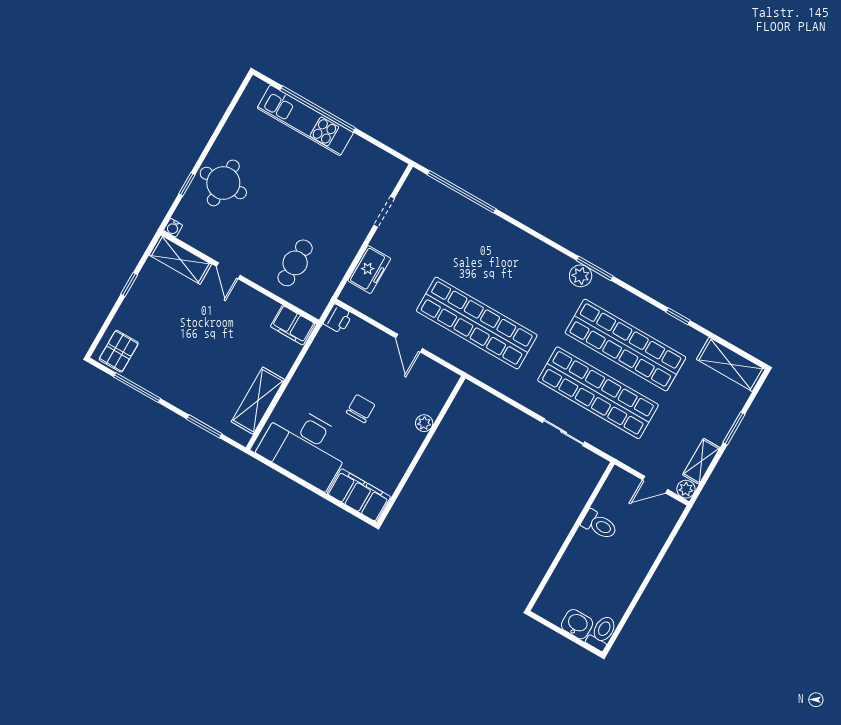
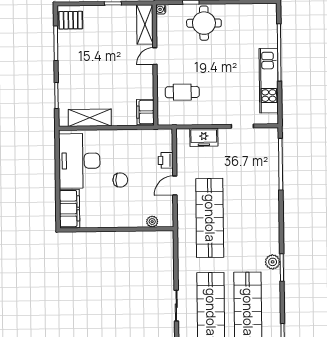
kitchen unit: (305, 120) -> (269, 81), moved
printer: (338, 319) -> (166, 160), moved, turned 90
plant: (424, 423) -> (152, 222), moved

